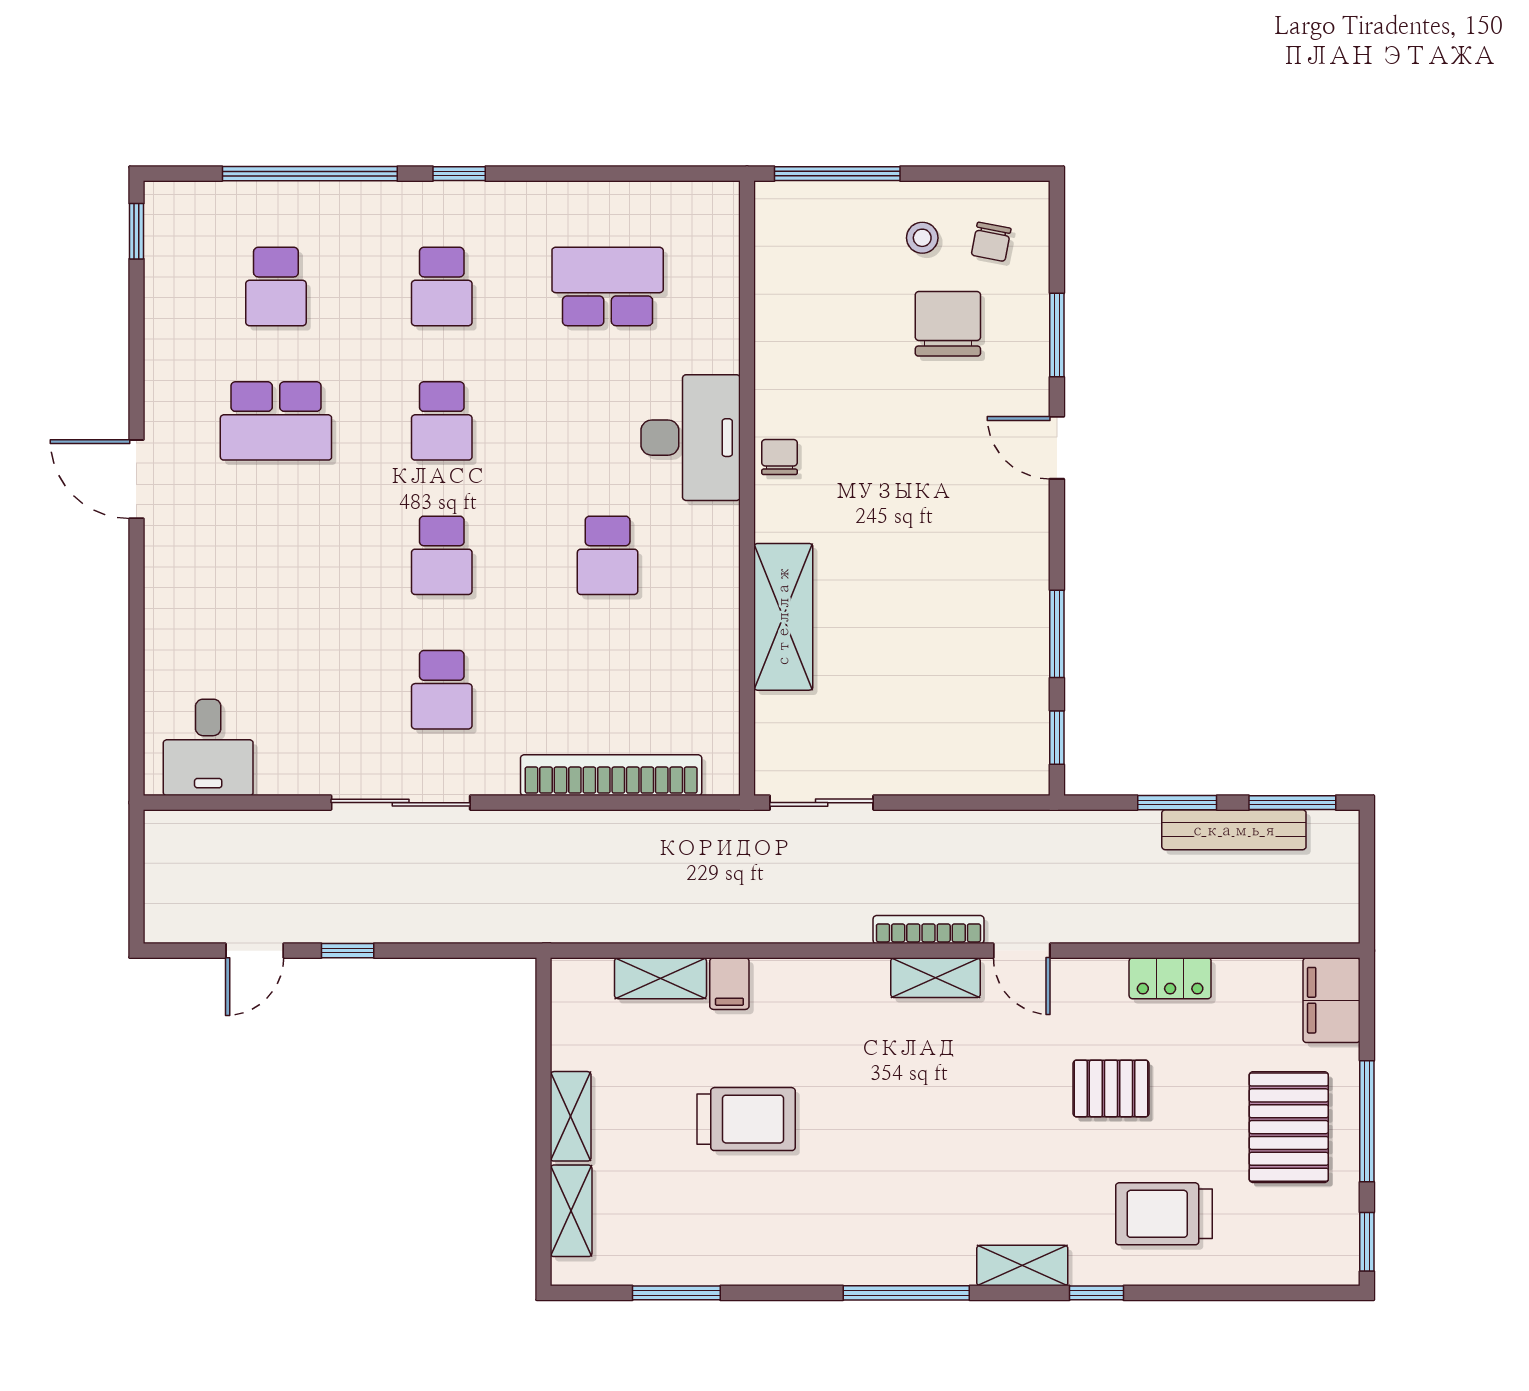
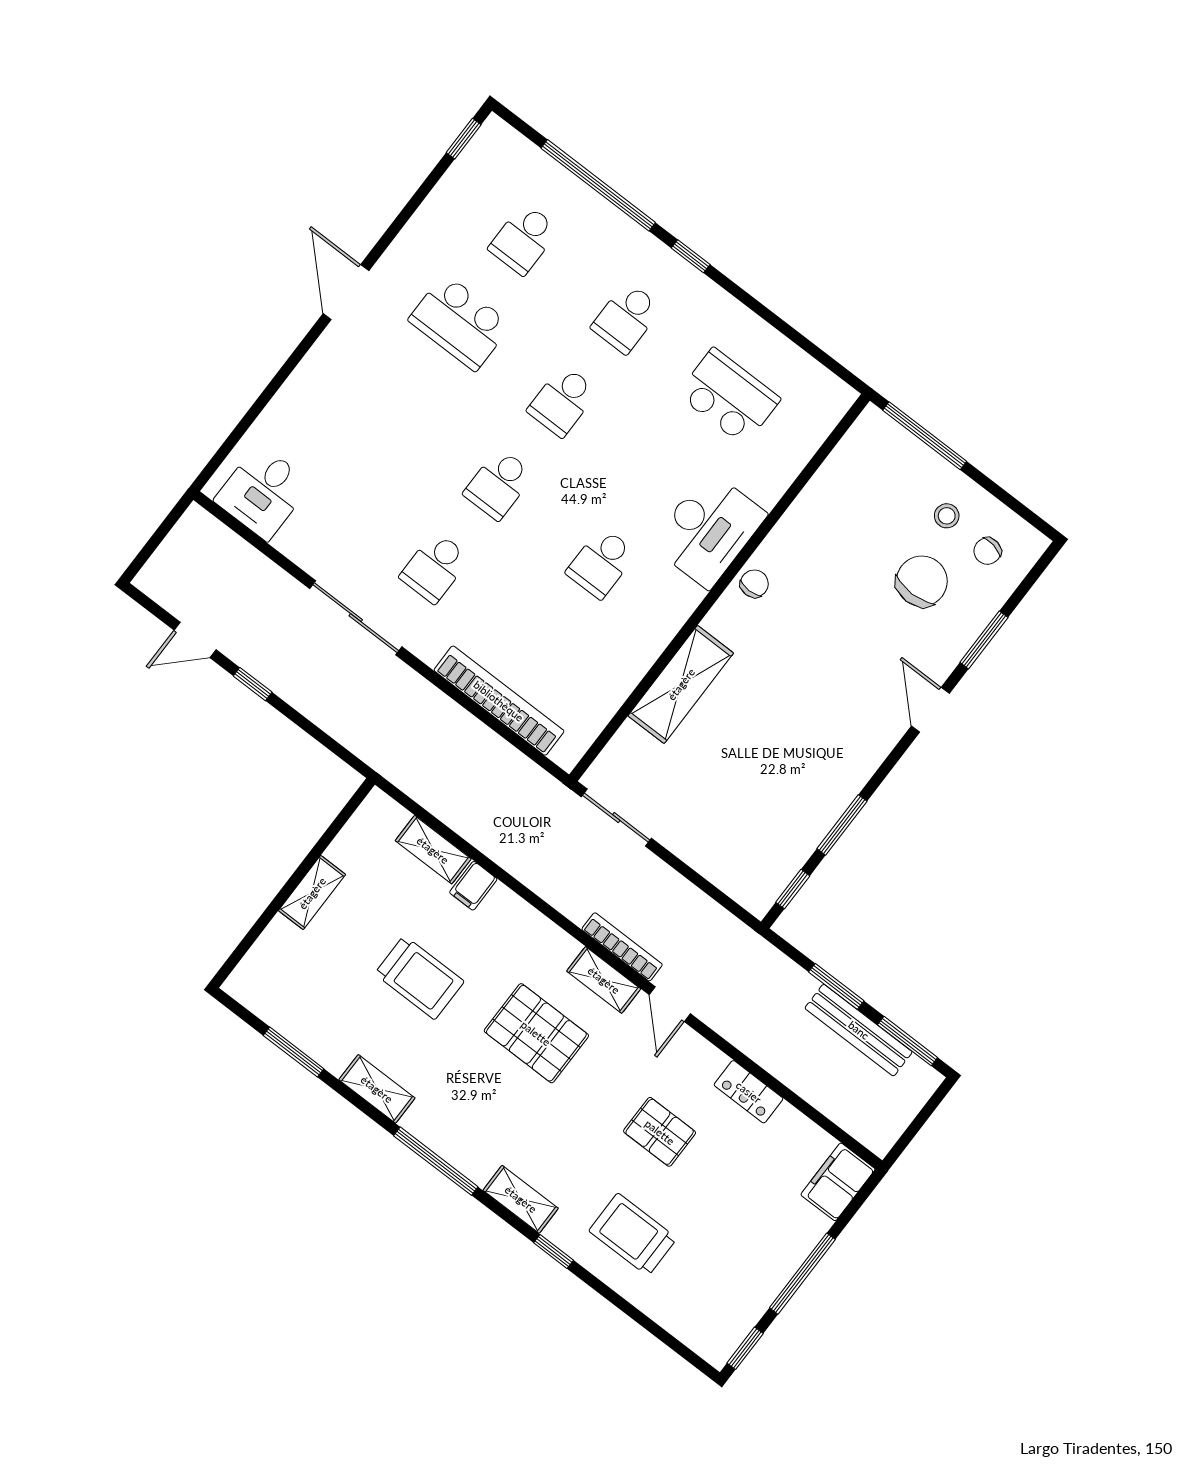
pallet: (1289, 1127) -> (536, 1033), moved, turned 90
shelving: (571, 1211) -> (377, 1089), moved, turned 90

